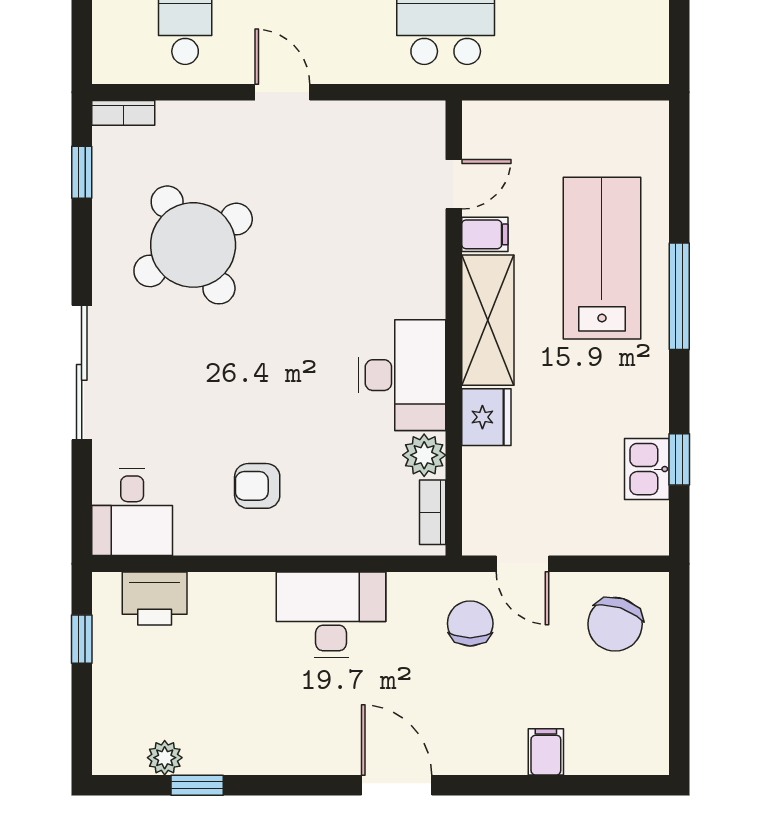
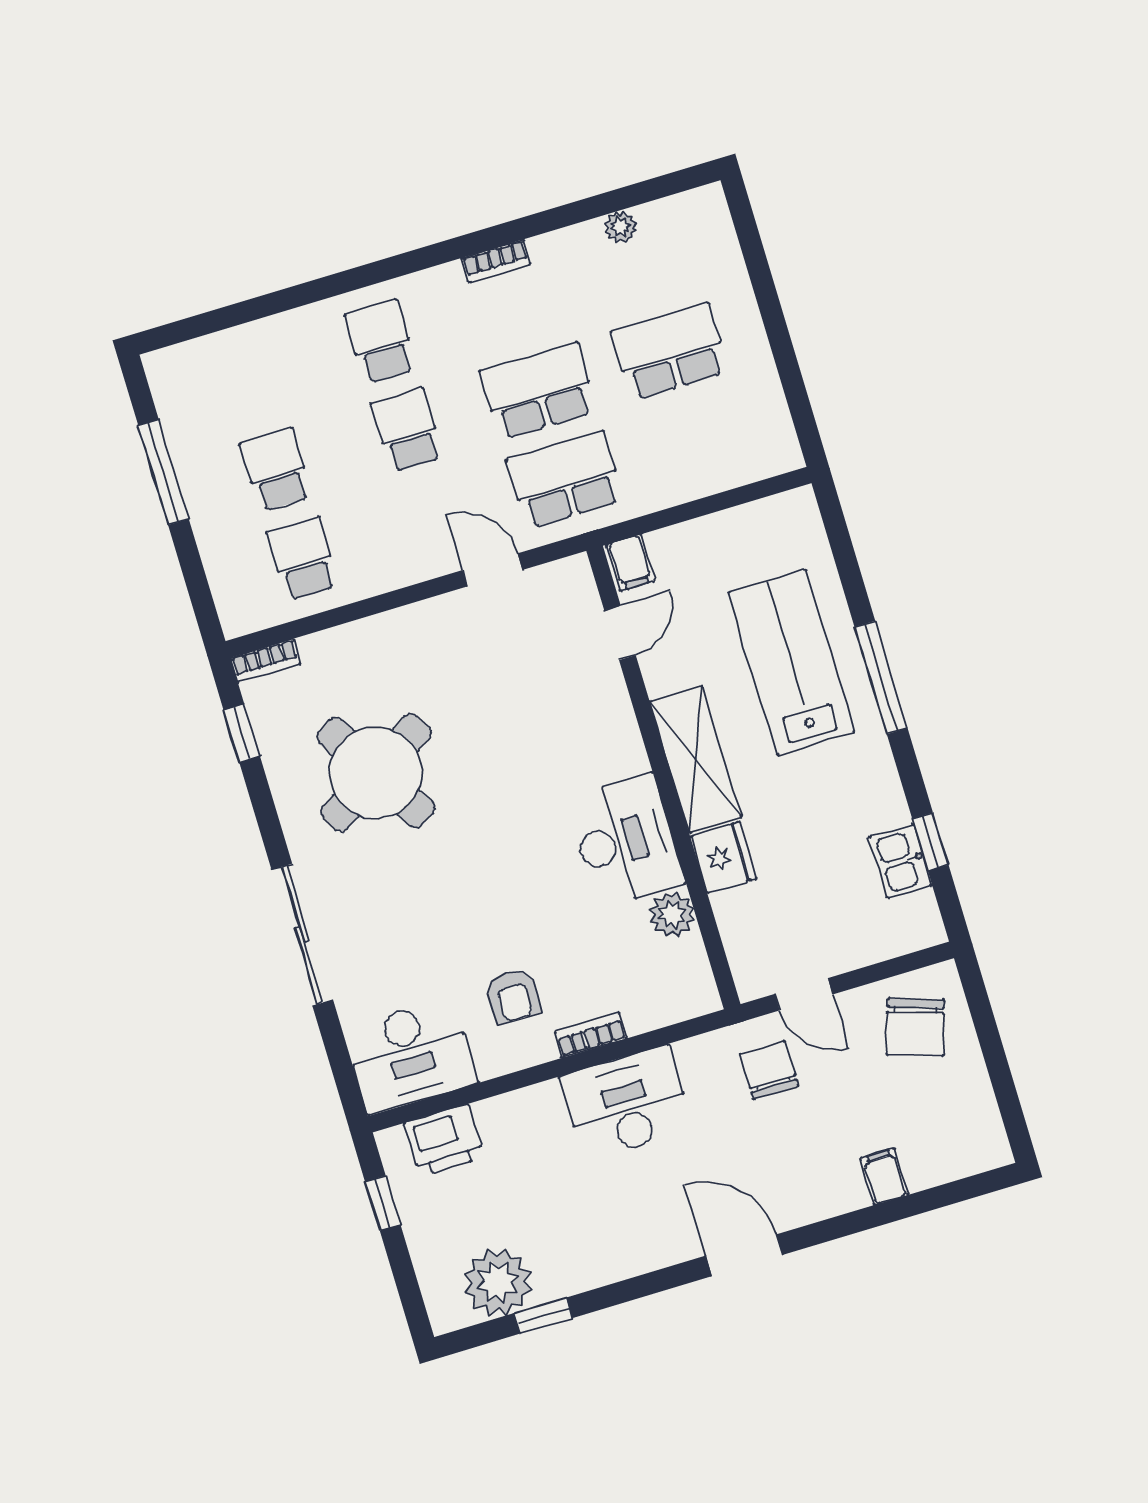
door: (282, 92) -> (492, 570), moved
filing cabinet: (485, 234) -> (631, 563), moved, turned 90
armchair: (257, 486) -> (513, 996), turned -90
desk: (132, 512) -> (410, 1056), width x1.37
bookcase: (433, 512) -> (591, 1035), moved, turned 90
plant: (165, 758) -> (498, 1282), width x1.87, depth x1.87

